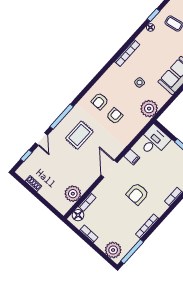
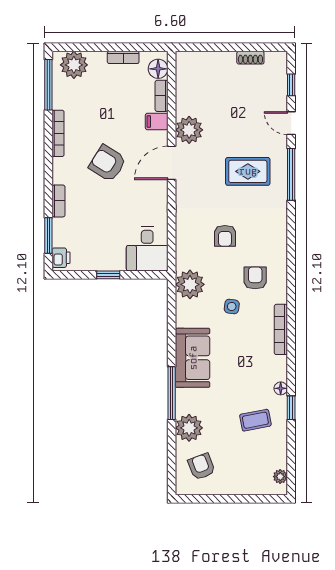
armchair: (100, 101) -> (255, 278), moved
rug: (79, 135) -> (248, 171), turned 90
filing cabinet: (132, 157) -> (157, 121), moved
door: (109, 169) -> (172, 163), swing flipped
plant: (73, 194) -> (189, 130), moved
armchair: (137, 194) -> (108, 163), turned -58

